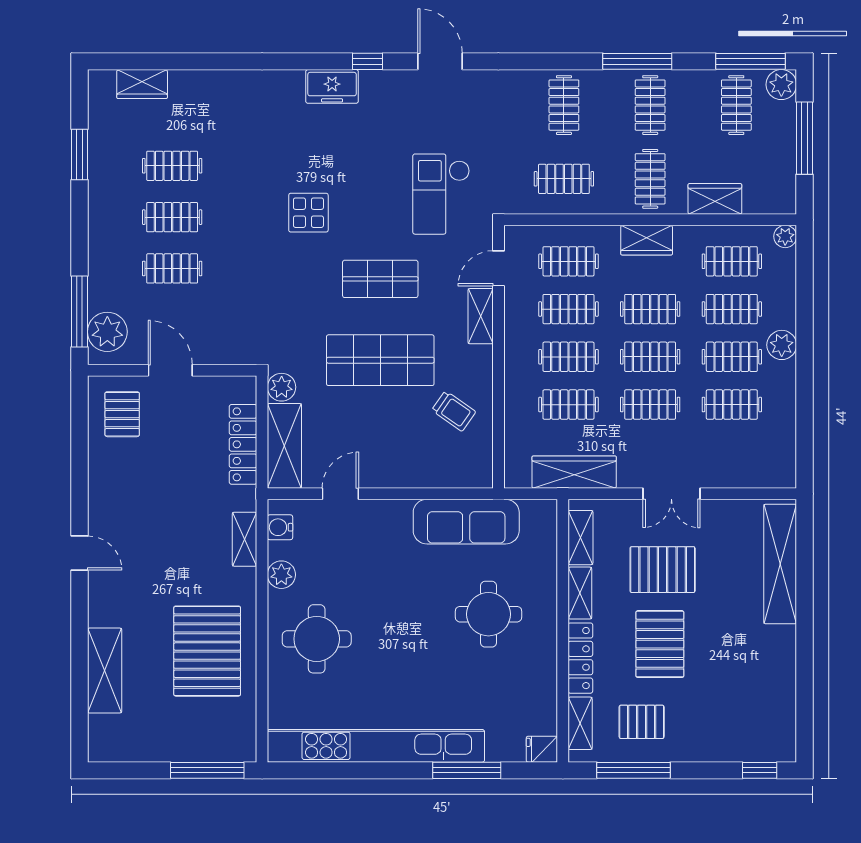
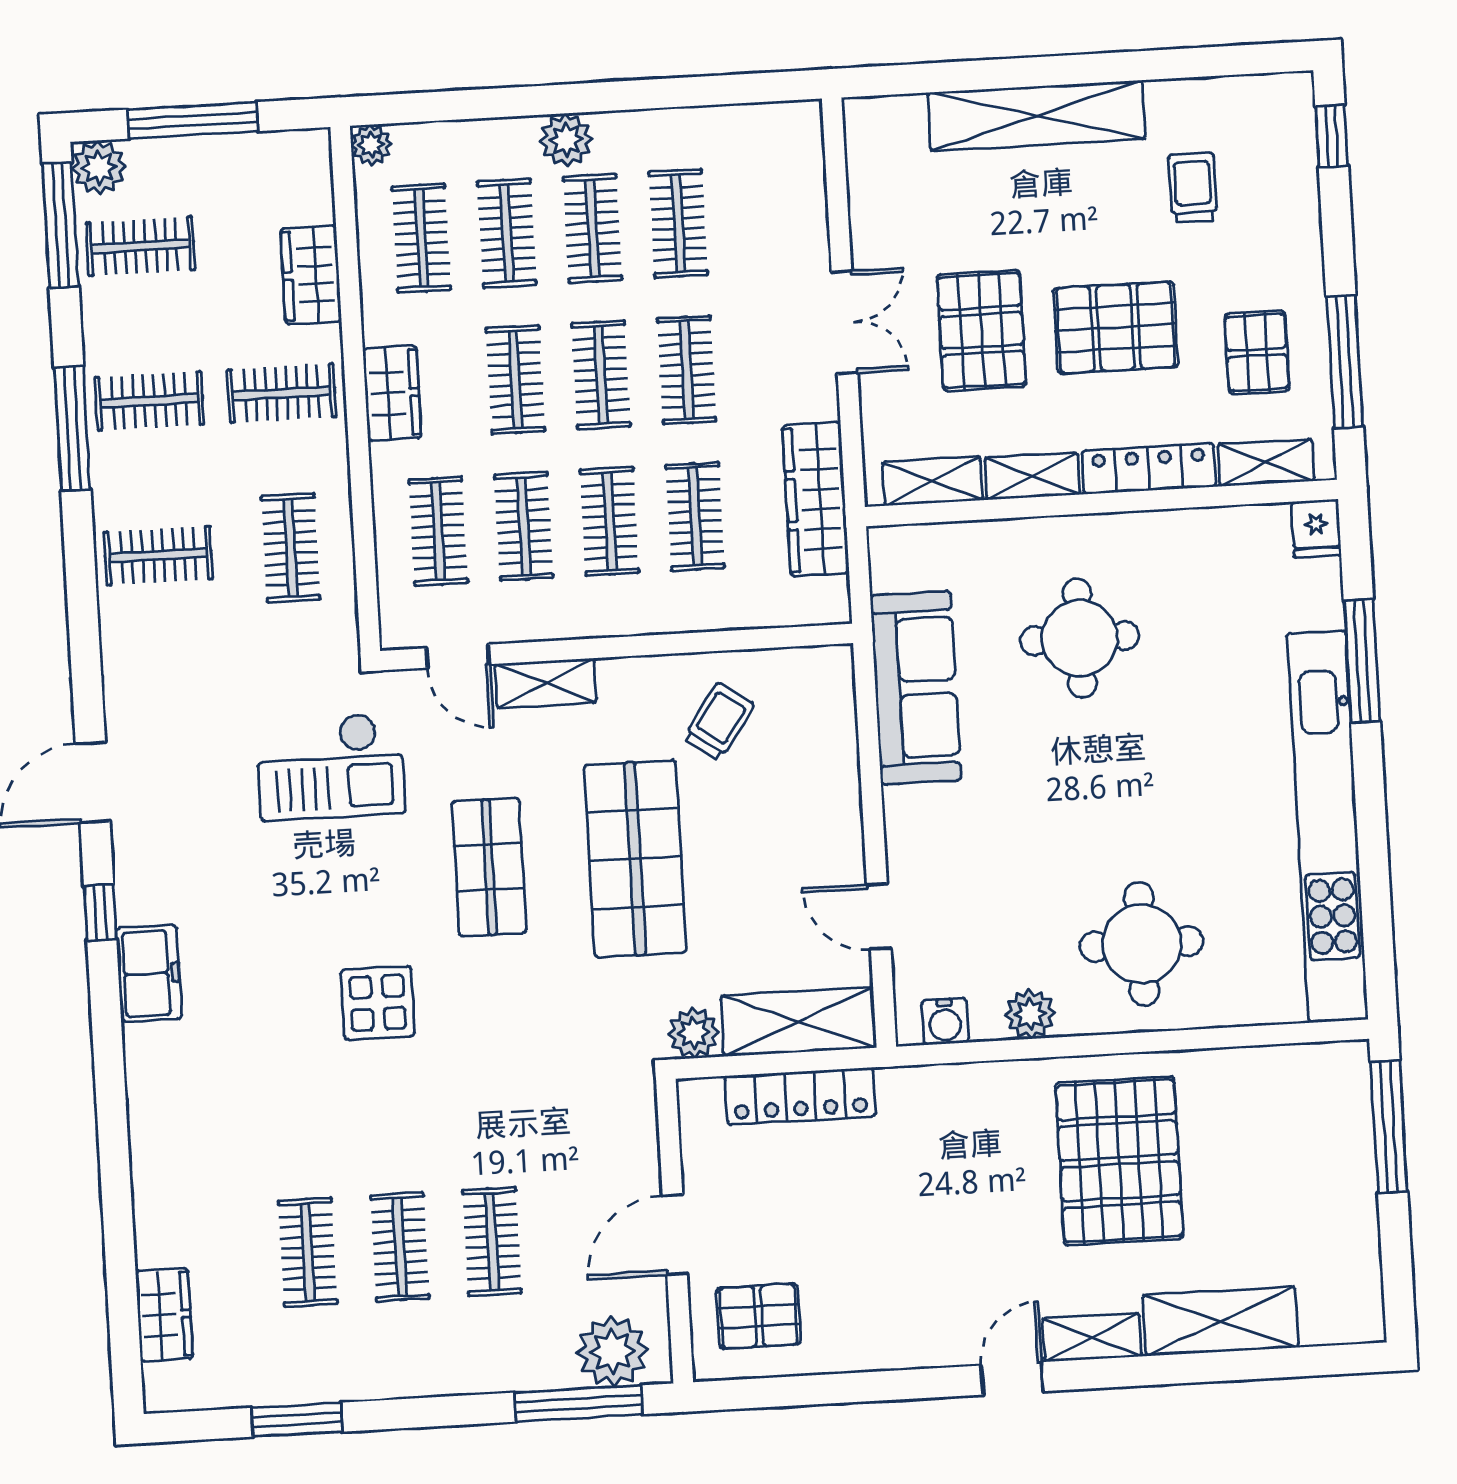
shelving: (245, 539) -> (1092, 1337), moved
shelving: (780, 564) -> (1036, 116), moved
pallet: (207, 651) -> (1119, 1161), moved, turned 90
trolley: (735, 691) -> (1193, 188), added

